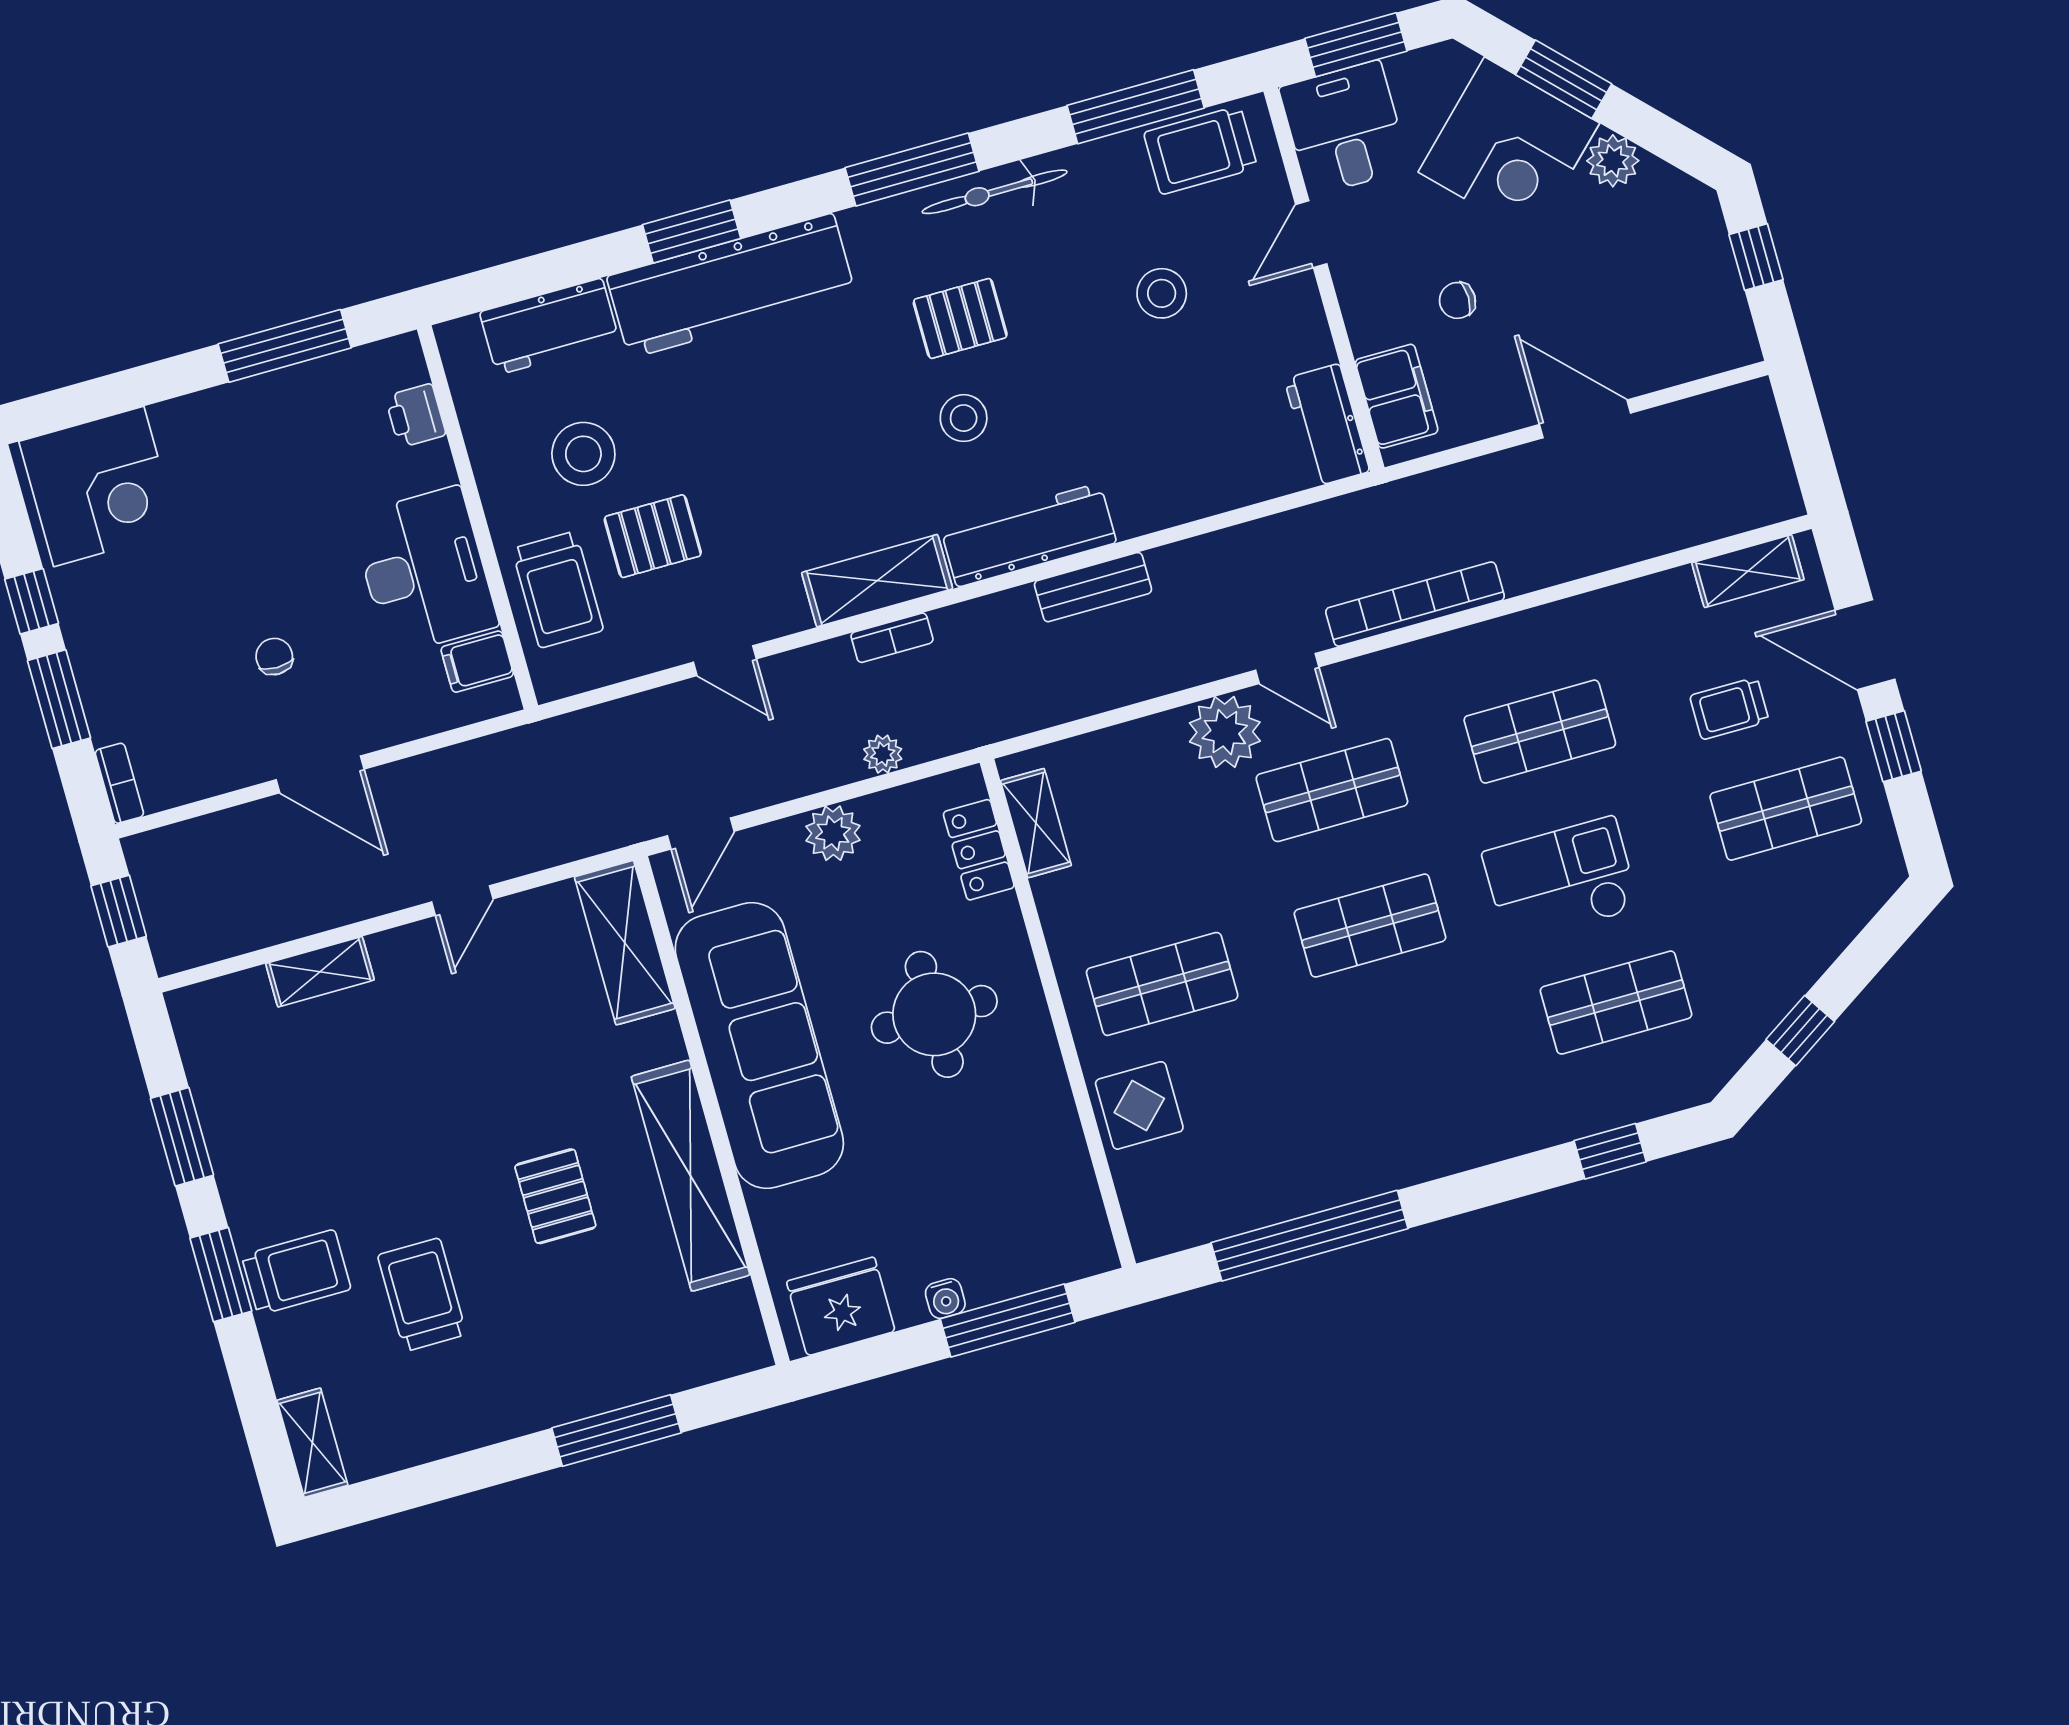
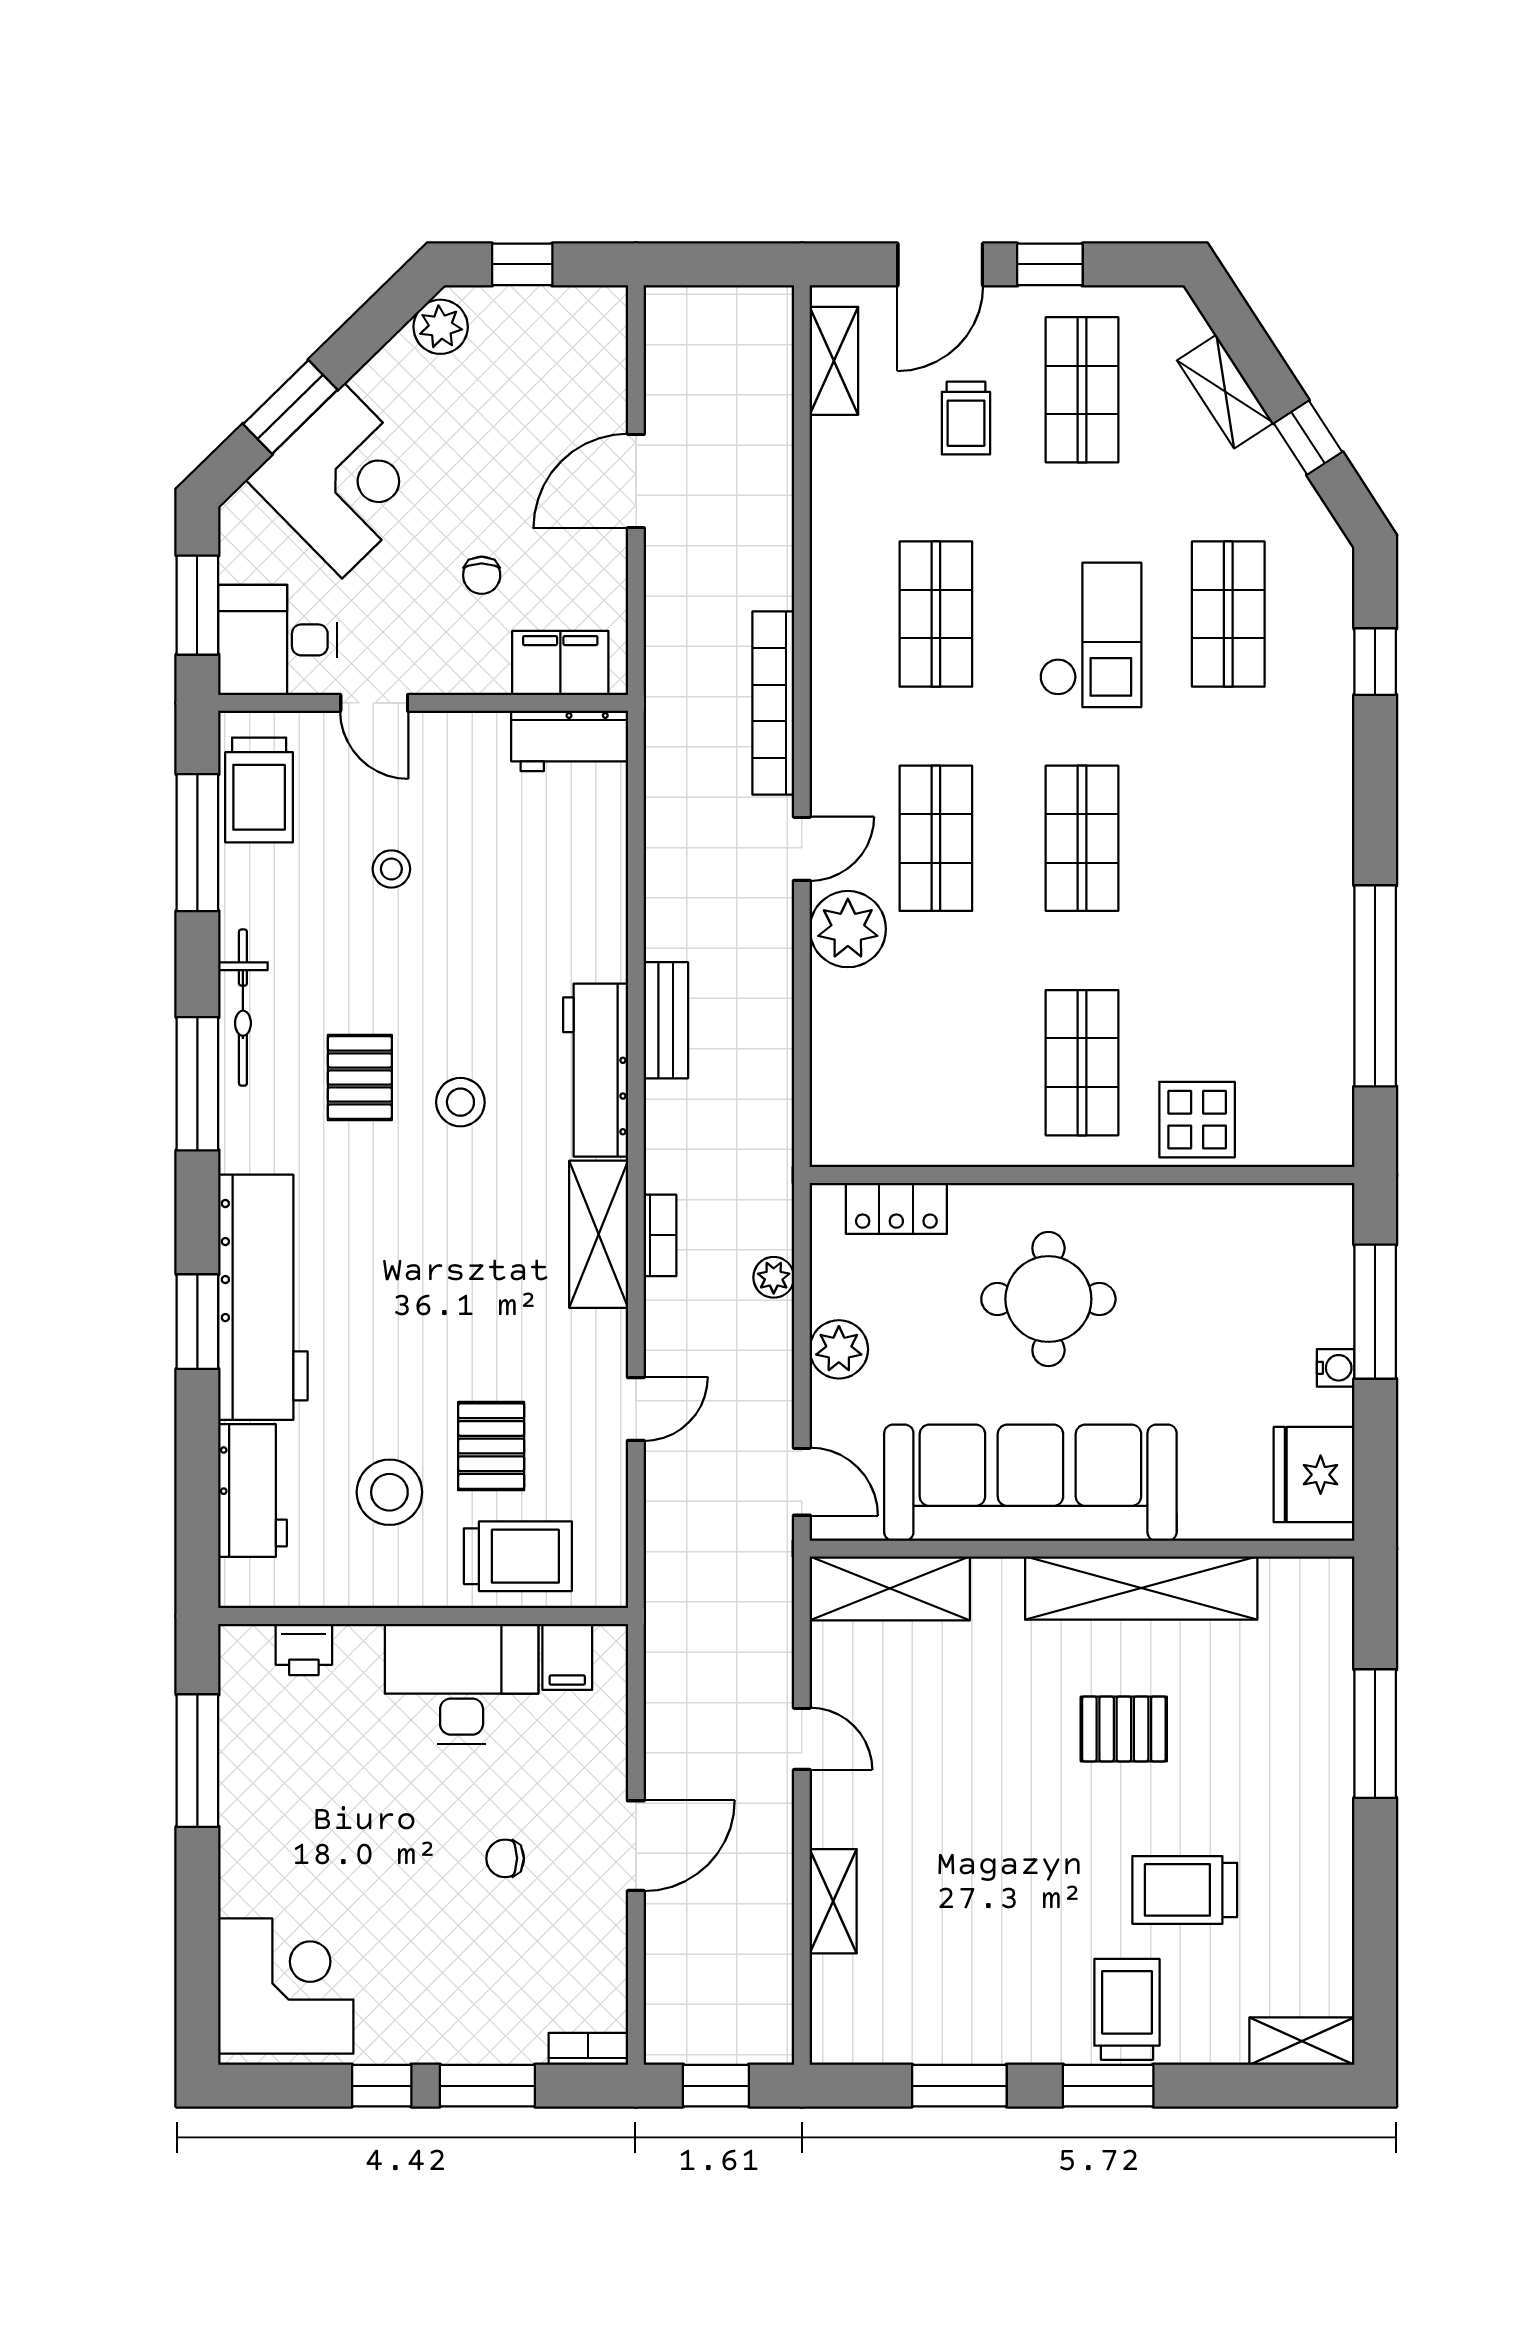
plant: (1613, 161) -> (441, 327), moved
stool: (1162, 293) -> (391, 869), width x0.73, depth x0.73
shelving: (1036, 823) -> (1225, 392), moved, turned 57
checkout: (1561, 880) -> (1091, 635), turned 180

